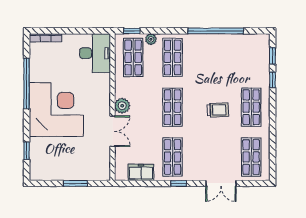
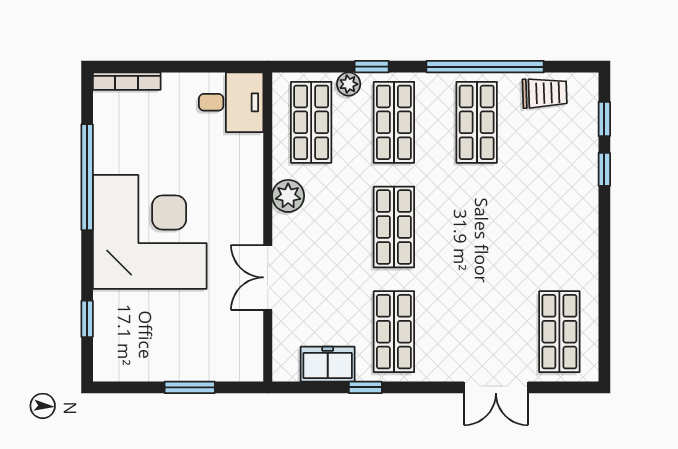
window: (132, 31) -> (372, 67), moved
desk: (95, 53) -> (231, 102), width x0.73
plant: (122, 106) -> (288, 196), moved
shop shelf: (251, 107) -> (477, 122), moved
trolley: (218, 110) -> (545, 93), moved
double door: (112, 131) -> (268, 277), swing flipped
window: (179, 183) -> (365, 387), moved

